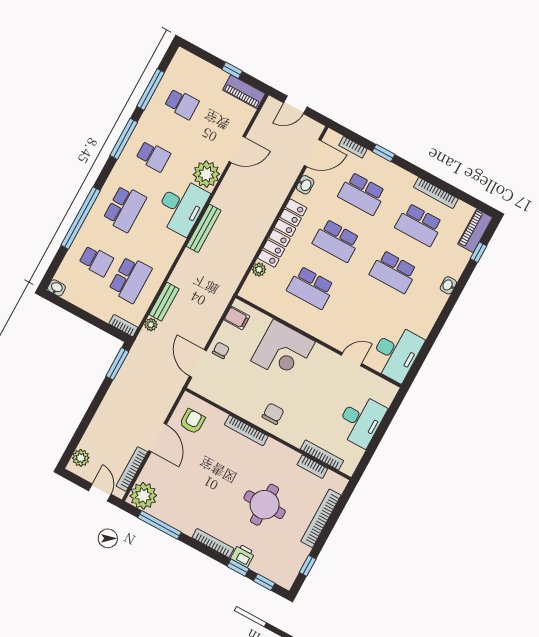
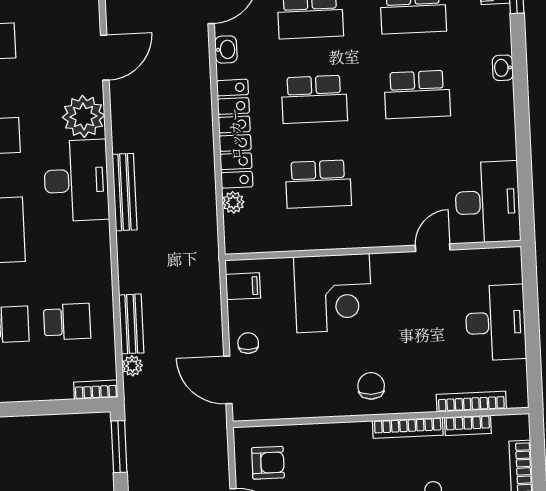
school desk: (130, 279) -> (67, 322), width x0.54
armchair: (192, 421) -> (268, 463), turned 90
bookcase: (246, 430) -> (408, 428), moved

